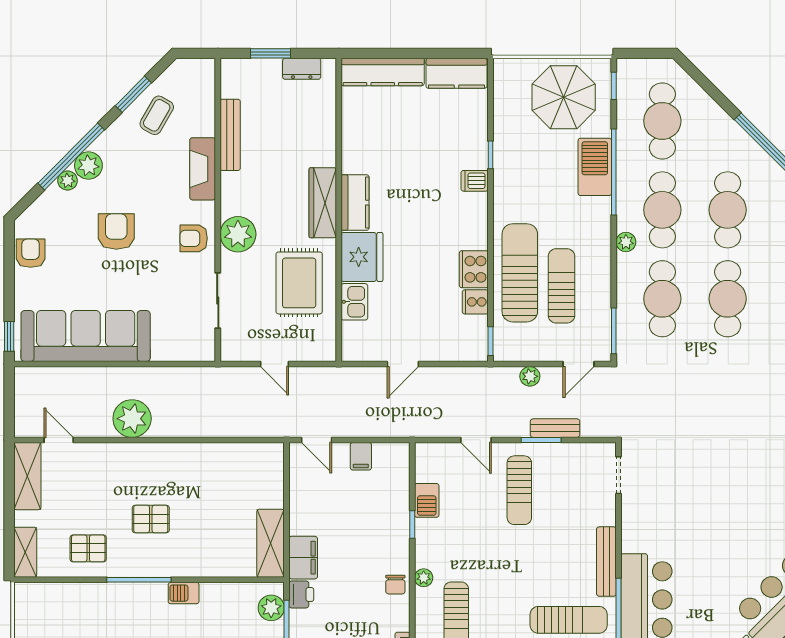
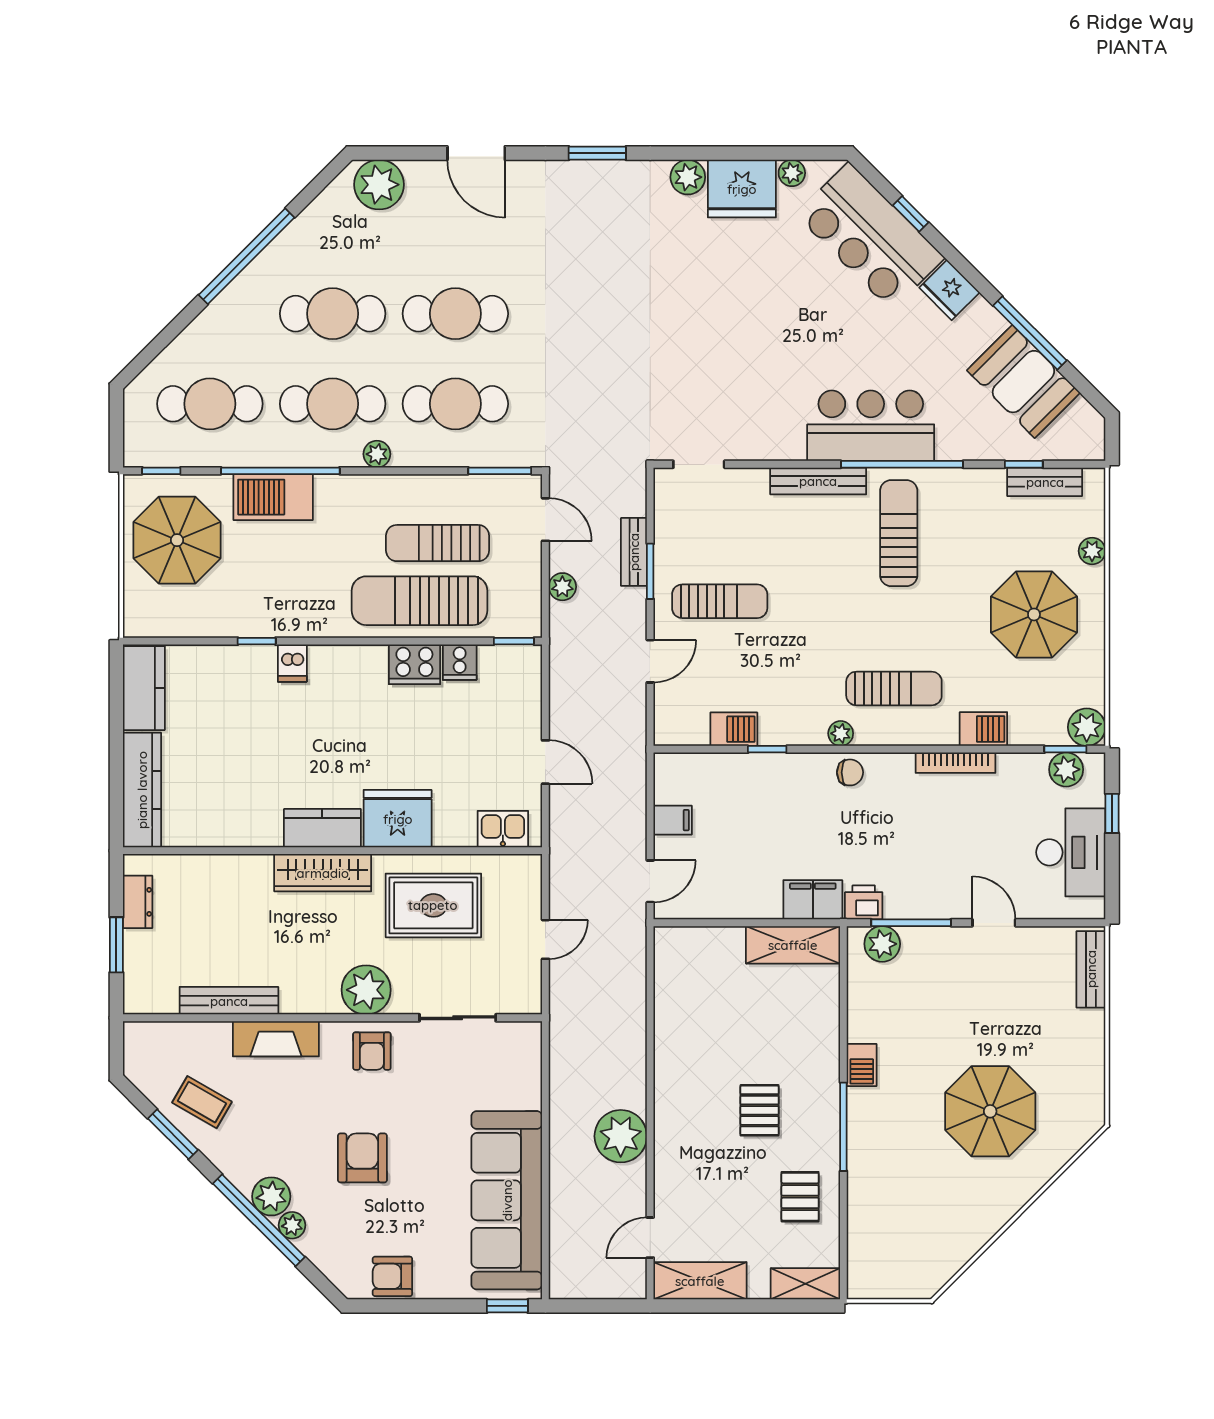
armchair: (116, 232) -> (362, 1158), turned 90
kitchen sink: (354, 302) -> (503, 829), moved

